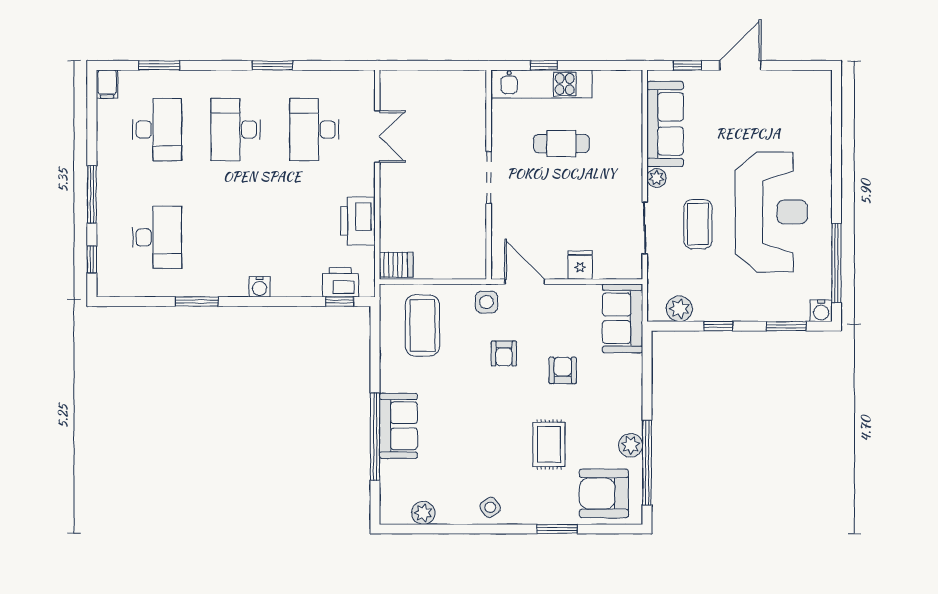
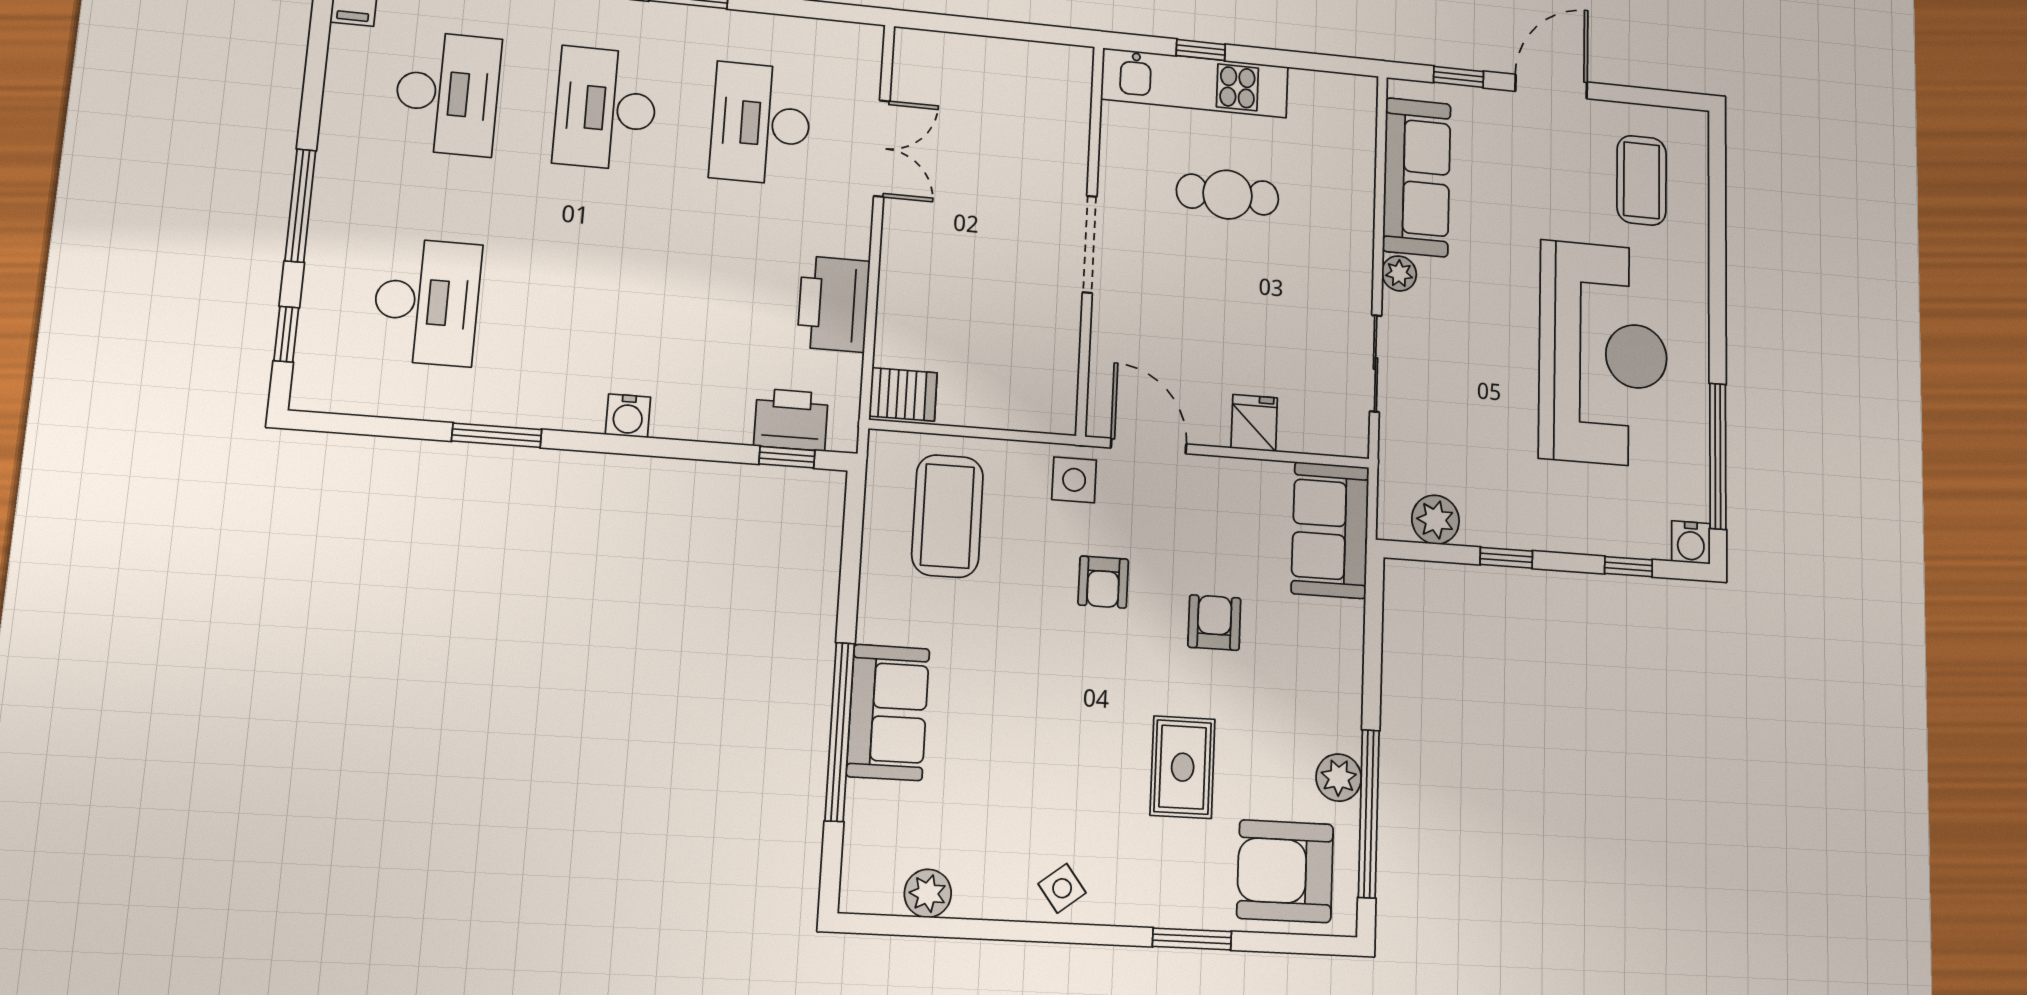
coffee table: (698, 224) -> (1642, 180), moved
window: (786, 326) -> (1628, 567), width x0.67

